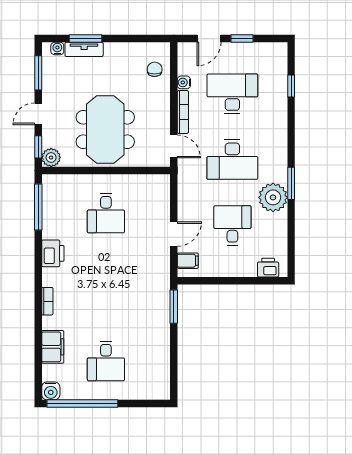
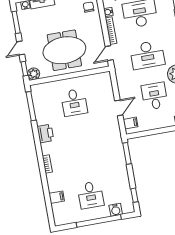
meeting table: (105, 130) -> (64, 50), turned 90
door: (174, 146) -> (109, 53), swing flipped
filing cabinet: (53, 347) -> (57, 197), width x0.50
window: (174, 373) -> (134, 195), added
water cooler: (51, 391) -> (116, 210), moved
window: (82, 404) -> (99, 221), moved

